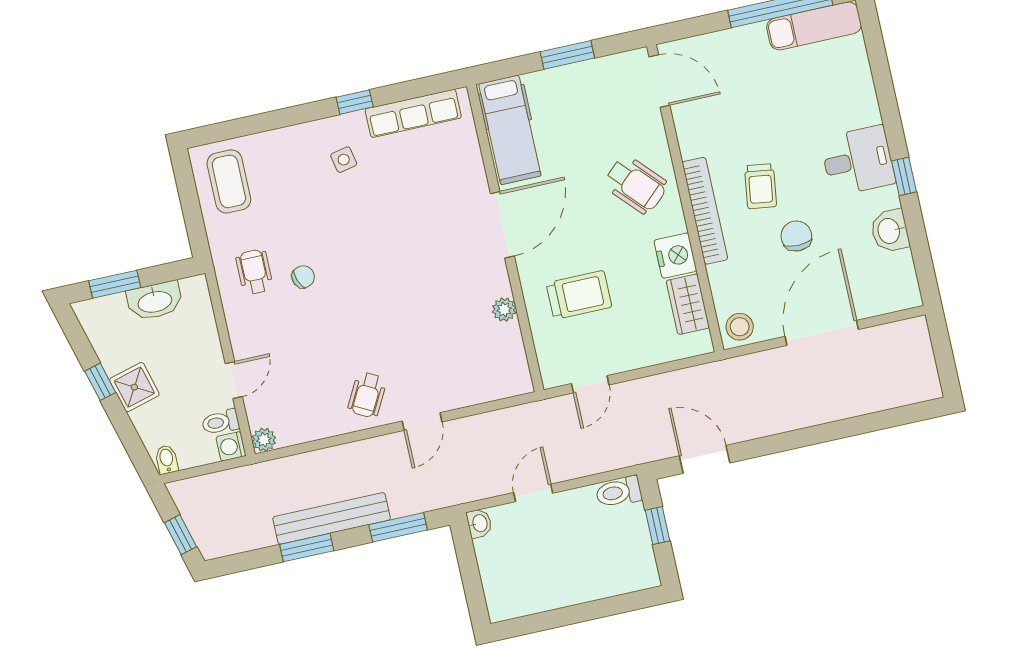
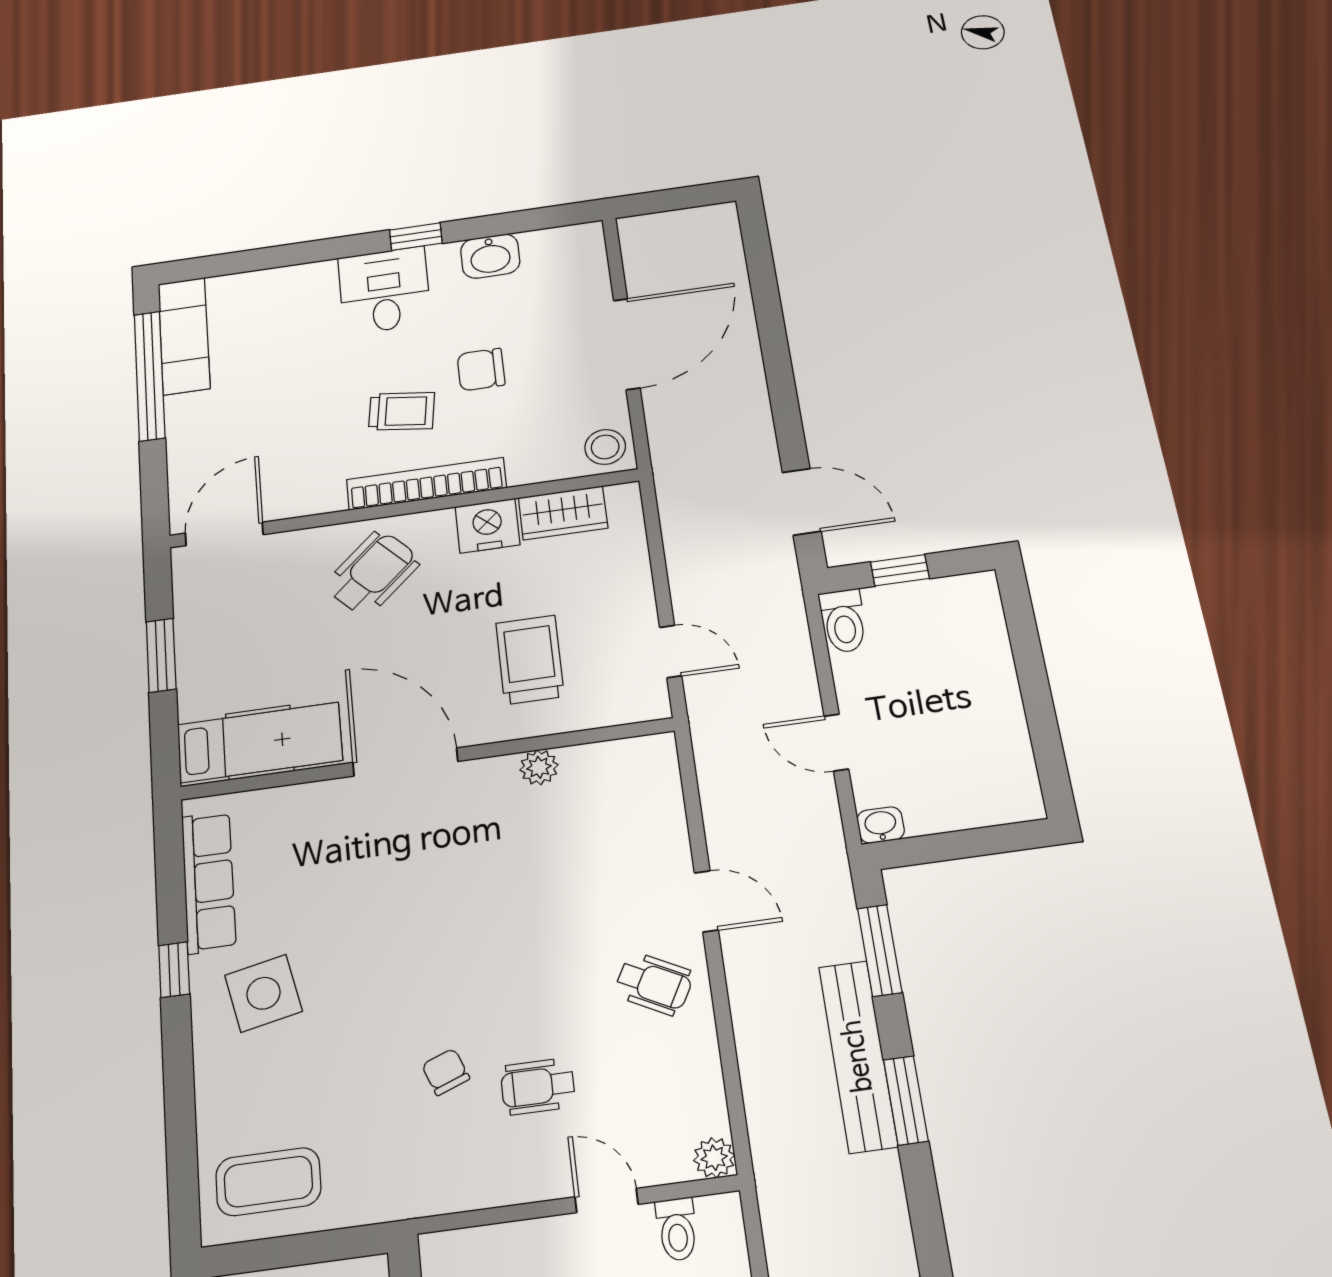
side table: (344, 160) -> (264, 993), width x1.87, depth x1.87
wheelchair: (254, 272) -> (538, 1086), moved
door: (822, 333) -> (627, 344), swing flipped
washing machine: (231, 446) -> (721, 1215), removed
door: (705, 459) -> (802, 502), swing flipped

